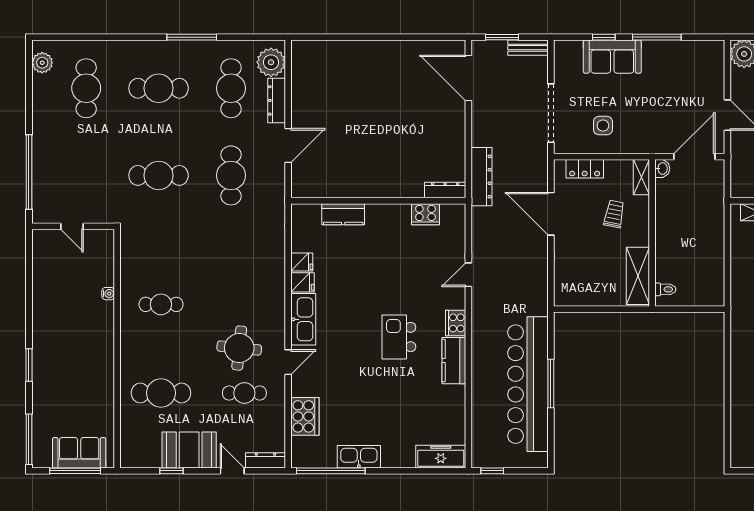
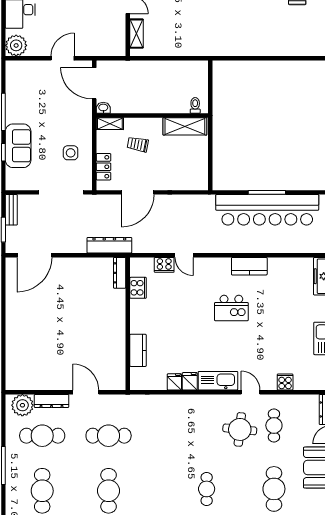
cooker: (456, 323) -> (164, 265), moved
cooker: (305, 416) -> (285, 382), width x0.53, depth x0.76

